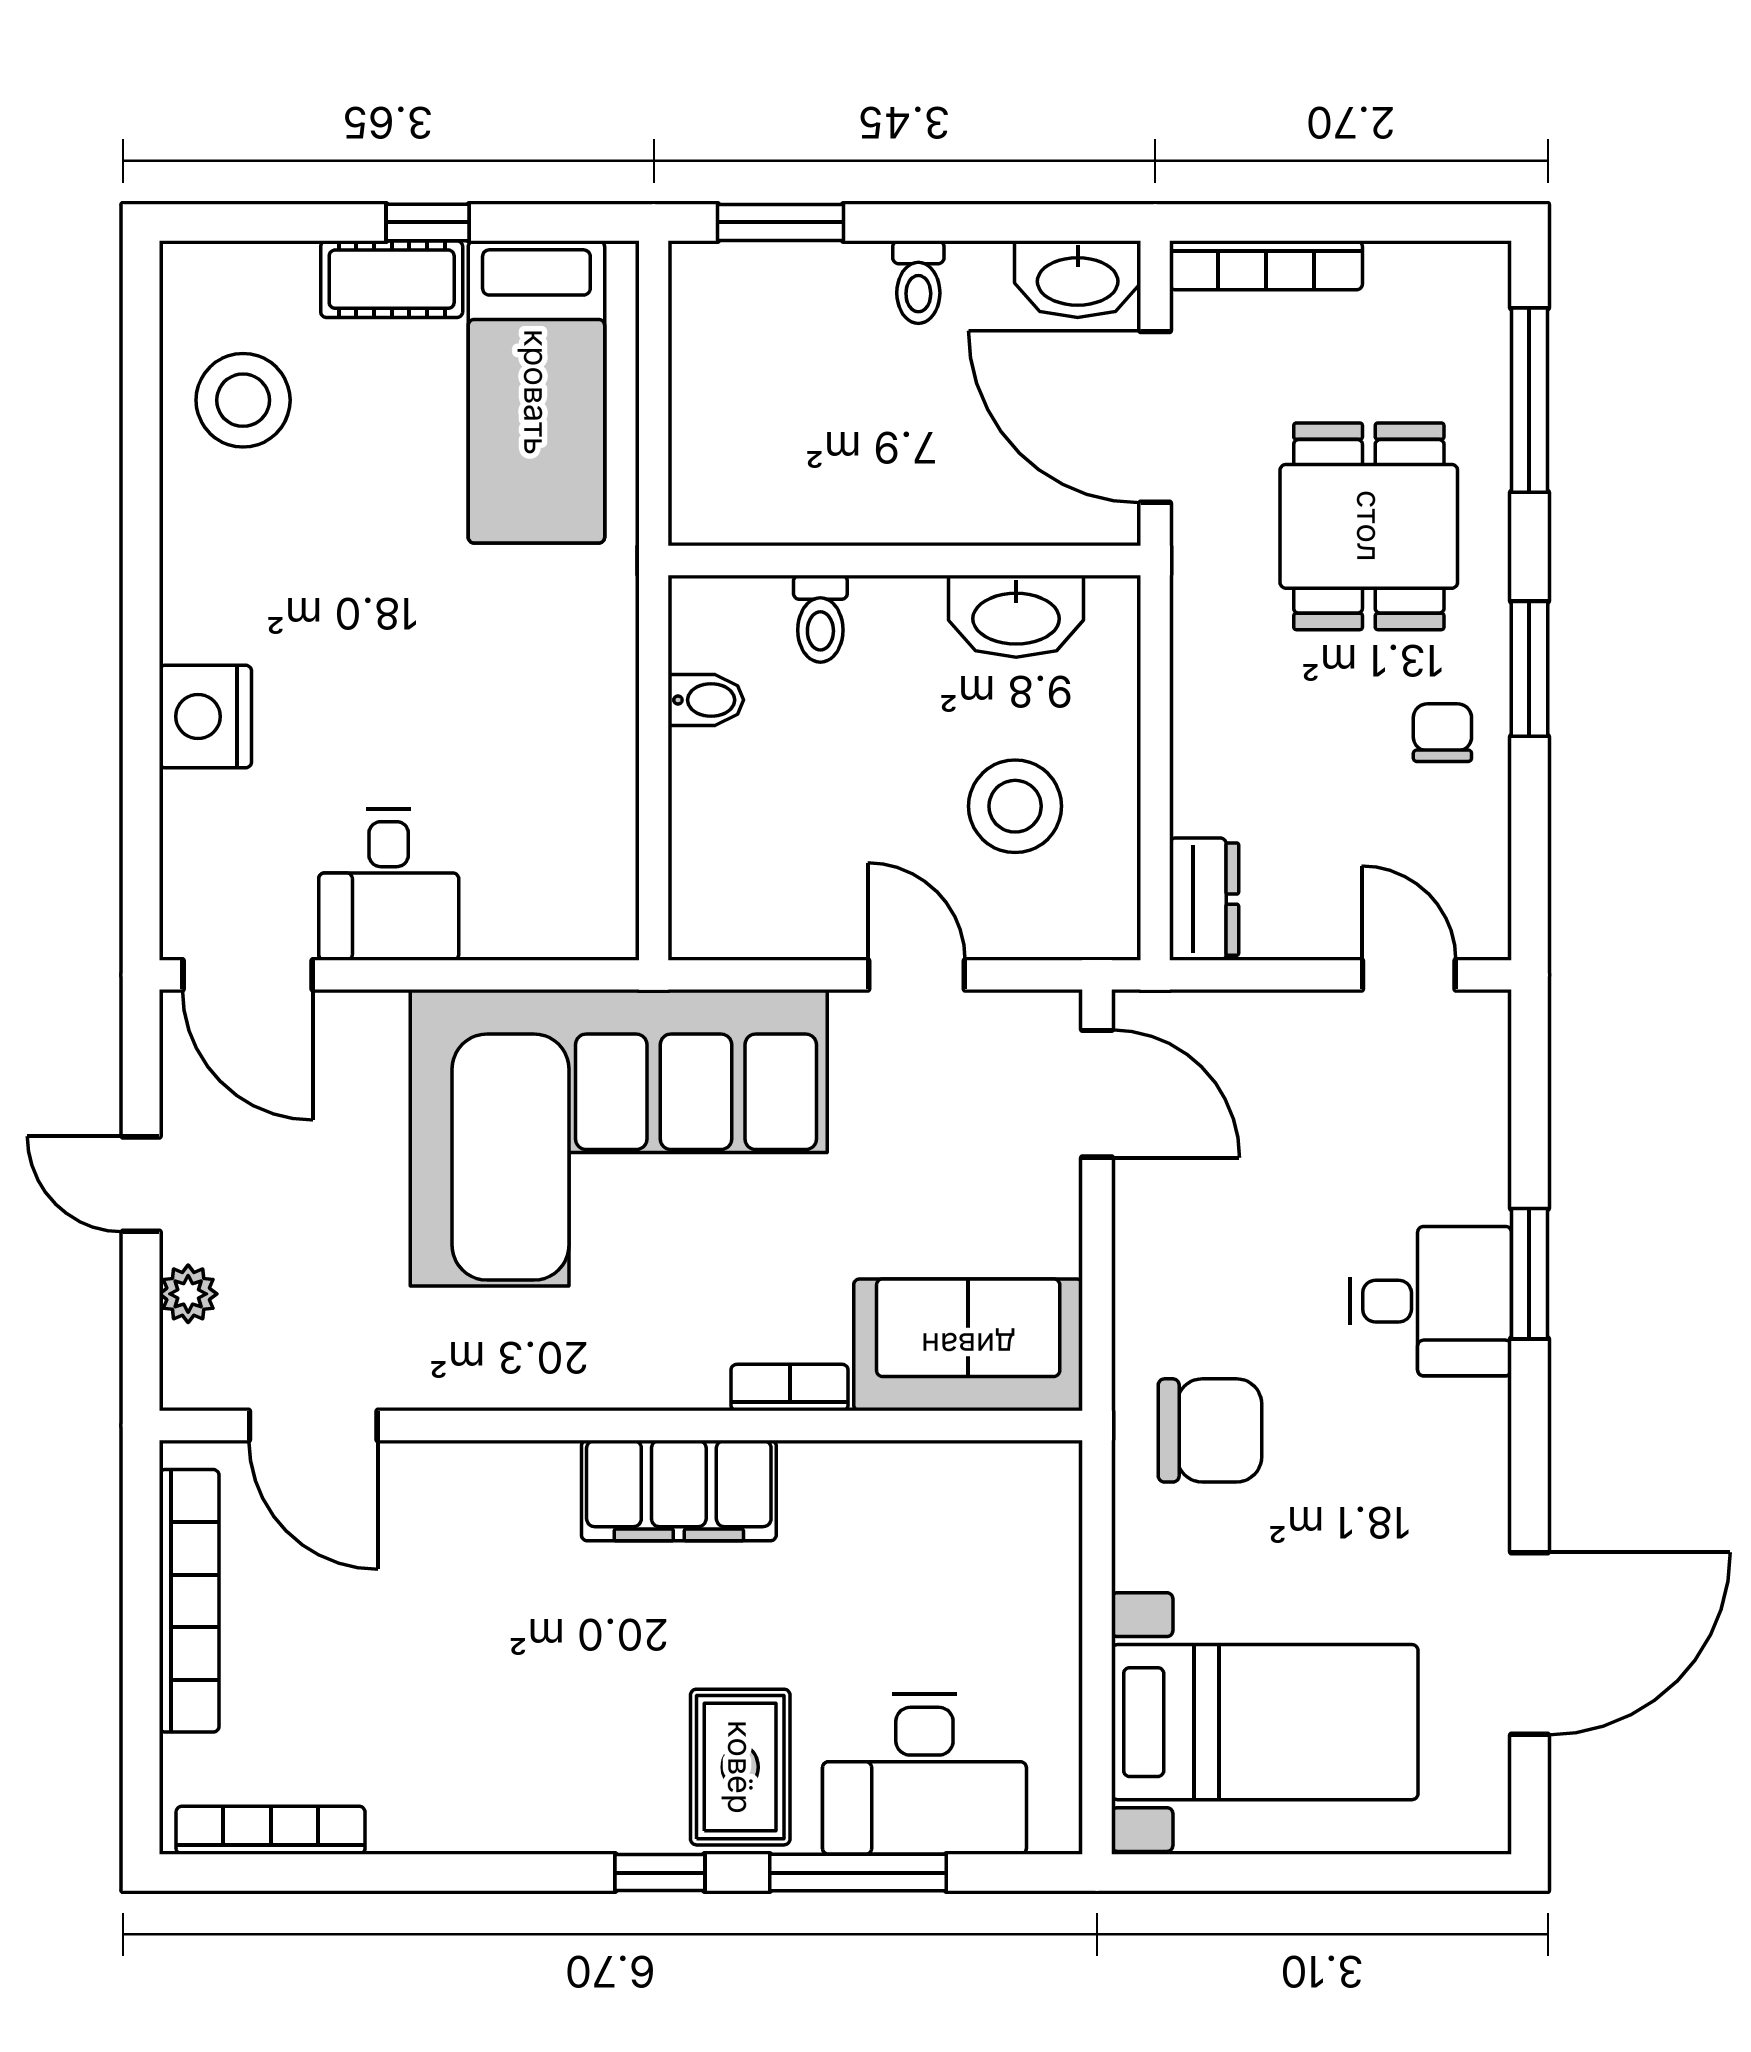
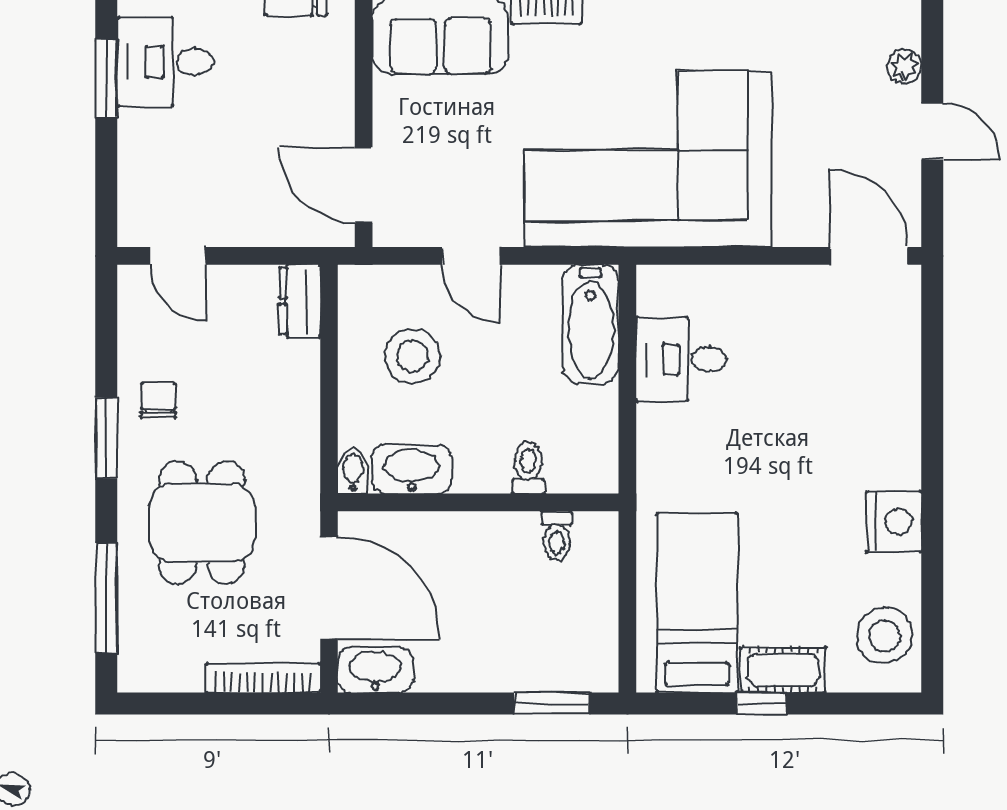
toilet: (918, 282) -> (557, 536), moved, turned 180
stool: (243, 400) -> (885, 636), moved
bidet: (706, 700) -> (353, 471), moved, turned 90
nightstand: (205, 716) -> (894, 522), moved
chair: (1442, 733) -> (158, 400), turned 180
bathtub: (715, 860) -> (591, 324), added
desk: (389, 885) -> (681, 360), moved, turned -90

